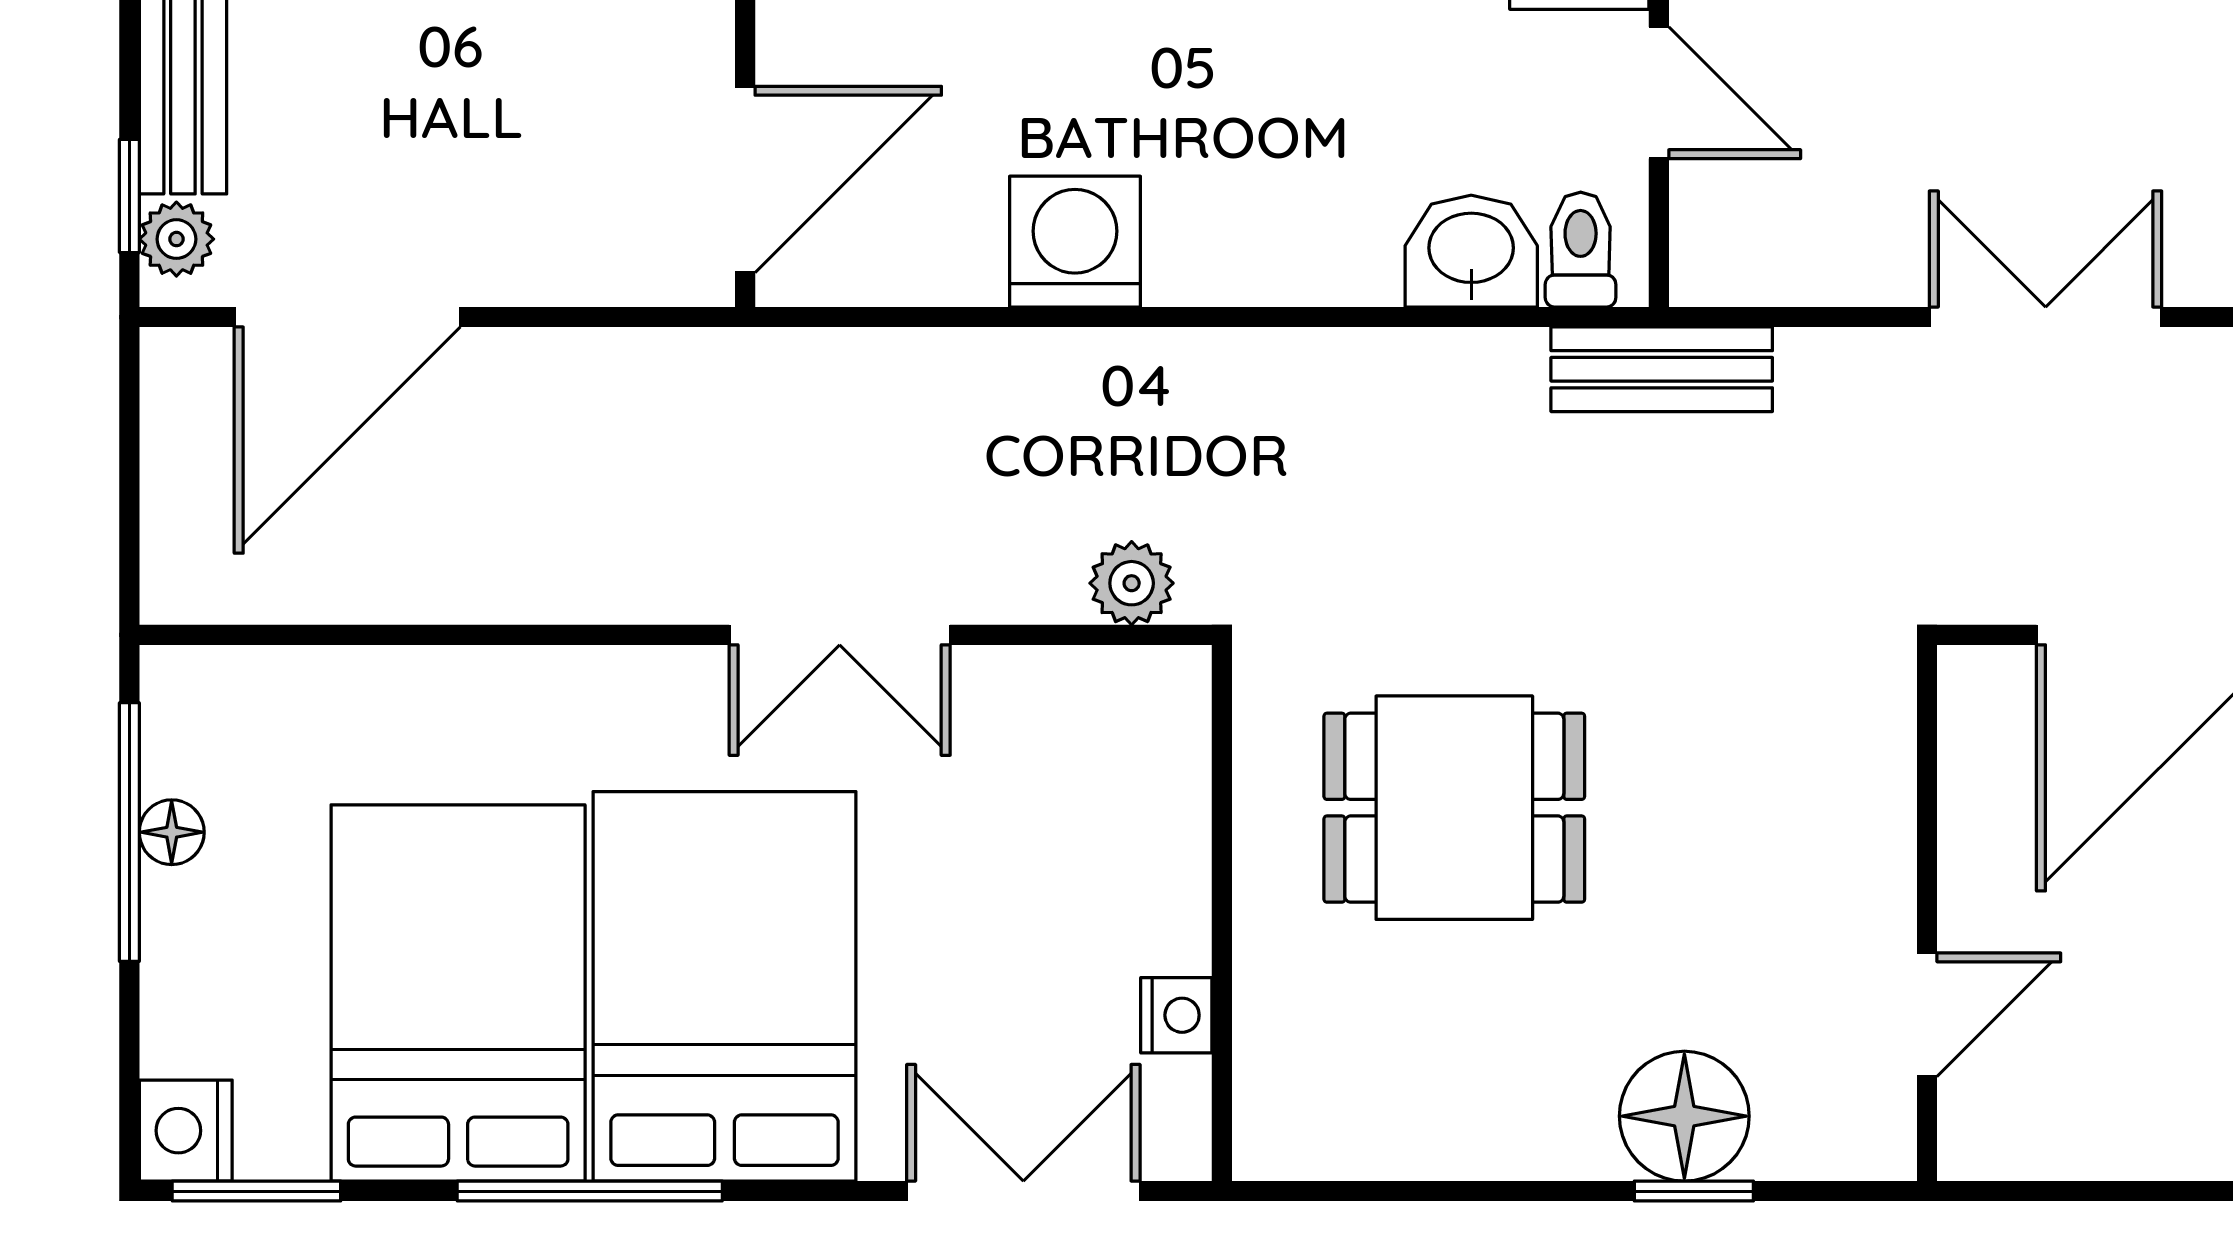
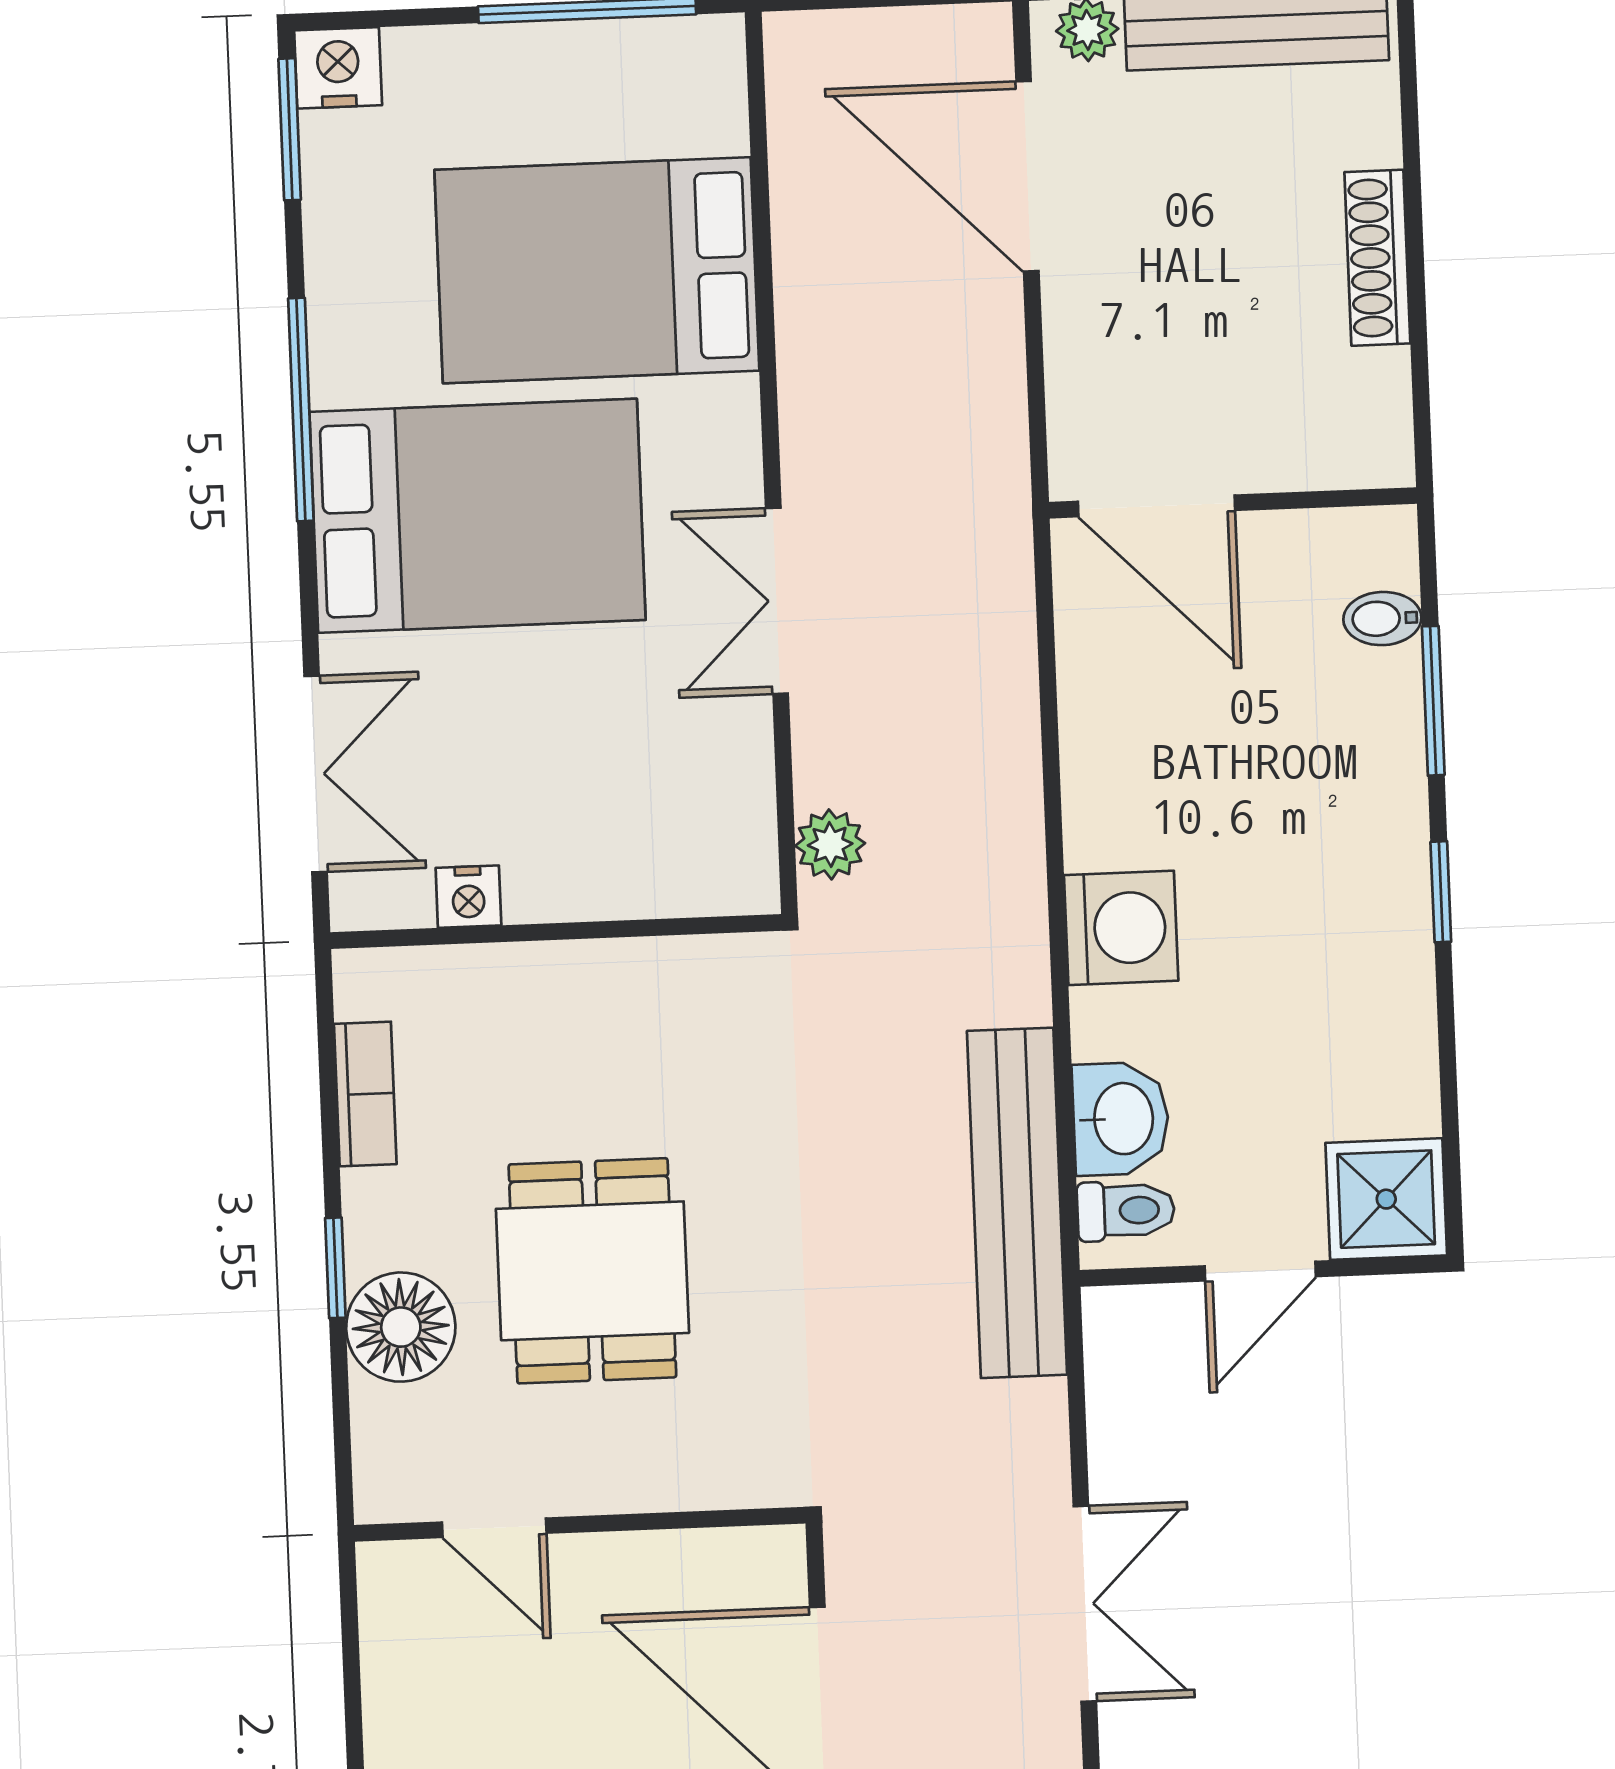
washing machine: (1075, 242) -> (1121, 928), moved
bench: (1662, 369) -> (1017, 1203), width x1.86, depth x1.21
dining table: (1454, 808) -> (592, 1271), moved
floor lamp: (172, 832) -> (588, 46), removed
bed: (458, 993) -> (597, 270), moved, turned 180
bookcase: (1406, 1147) -> (365, 1094), added
window: (1694, 1191) -> (335, 1268), moved

